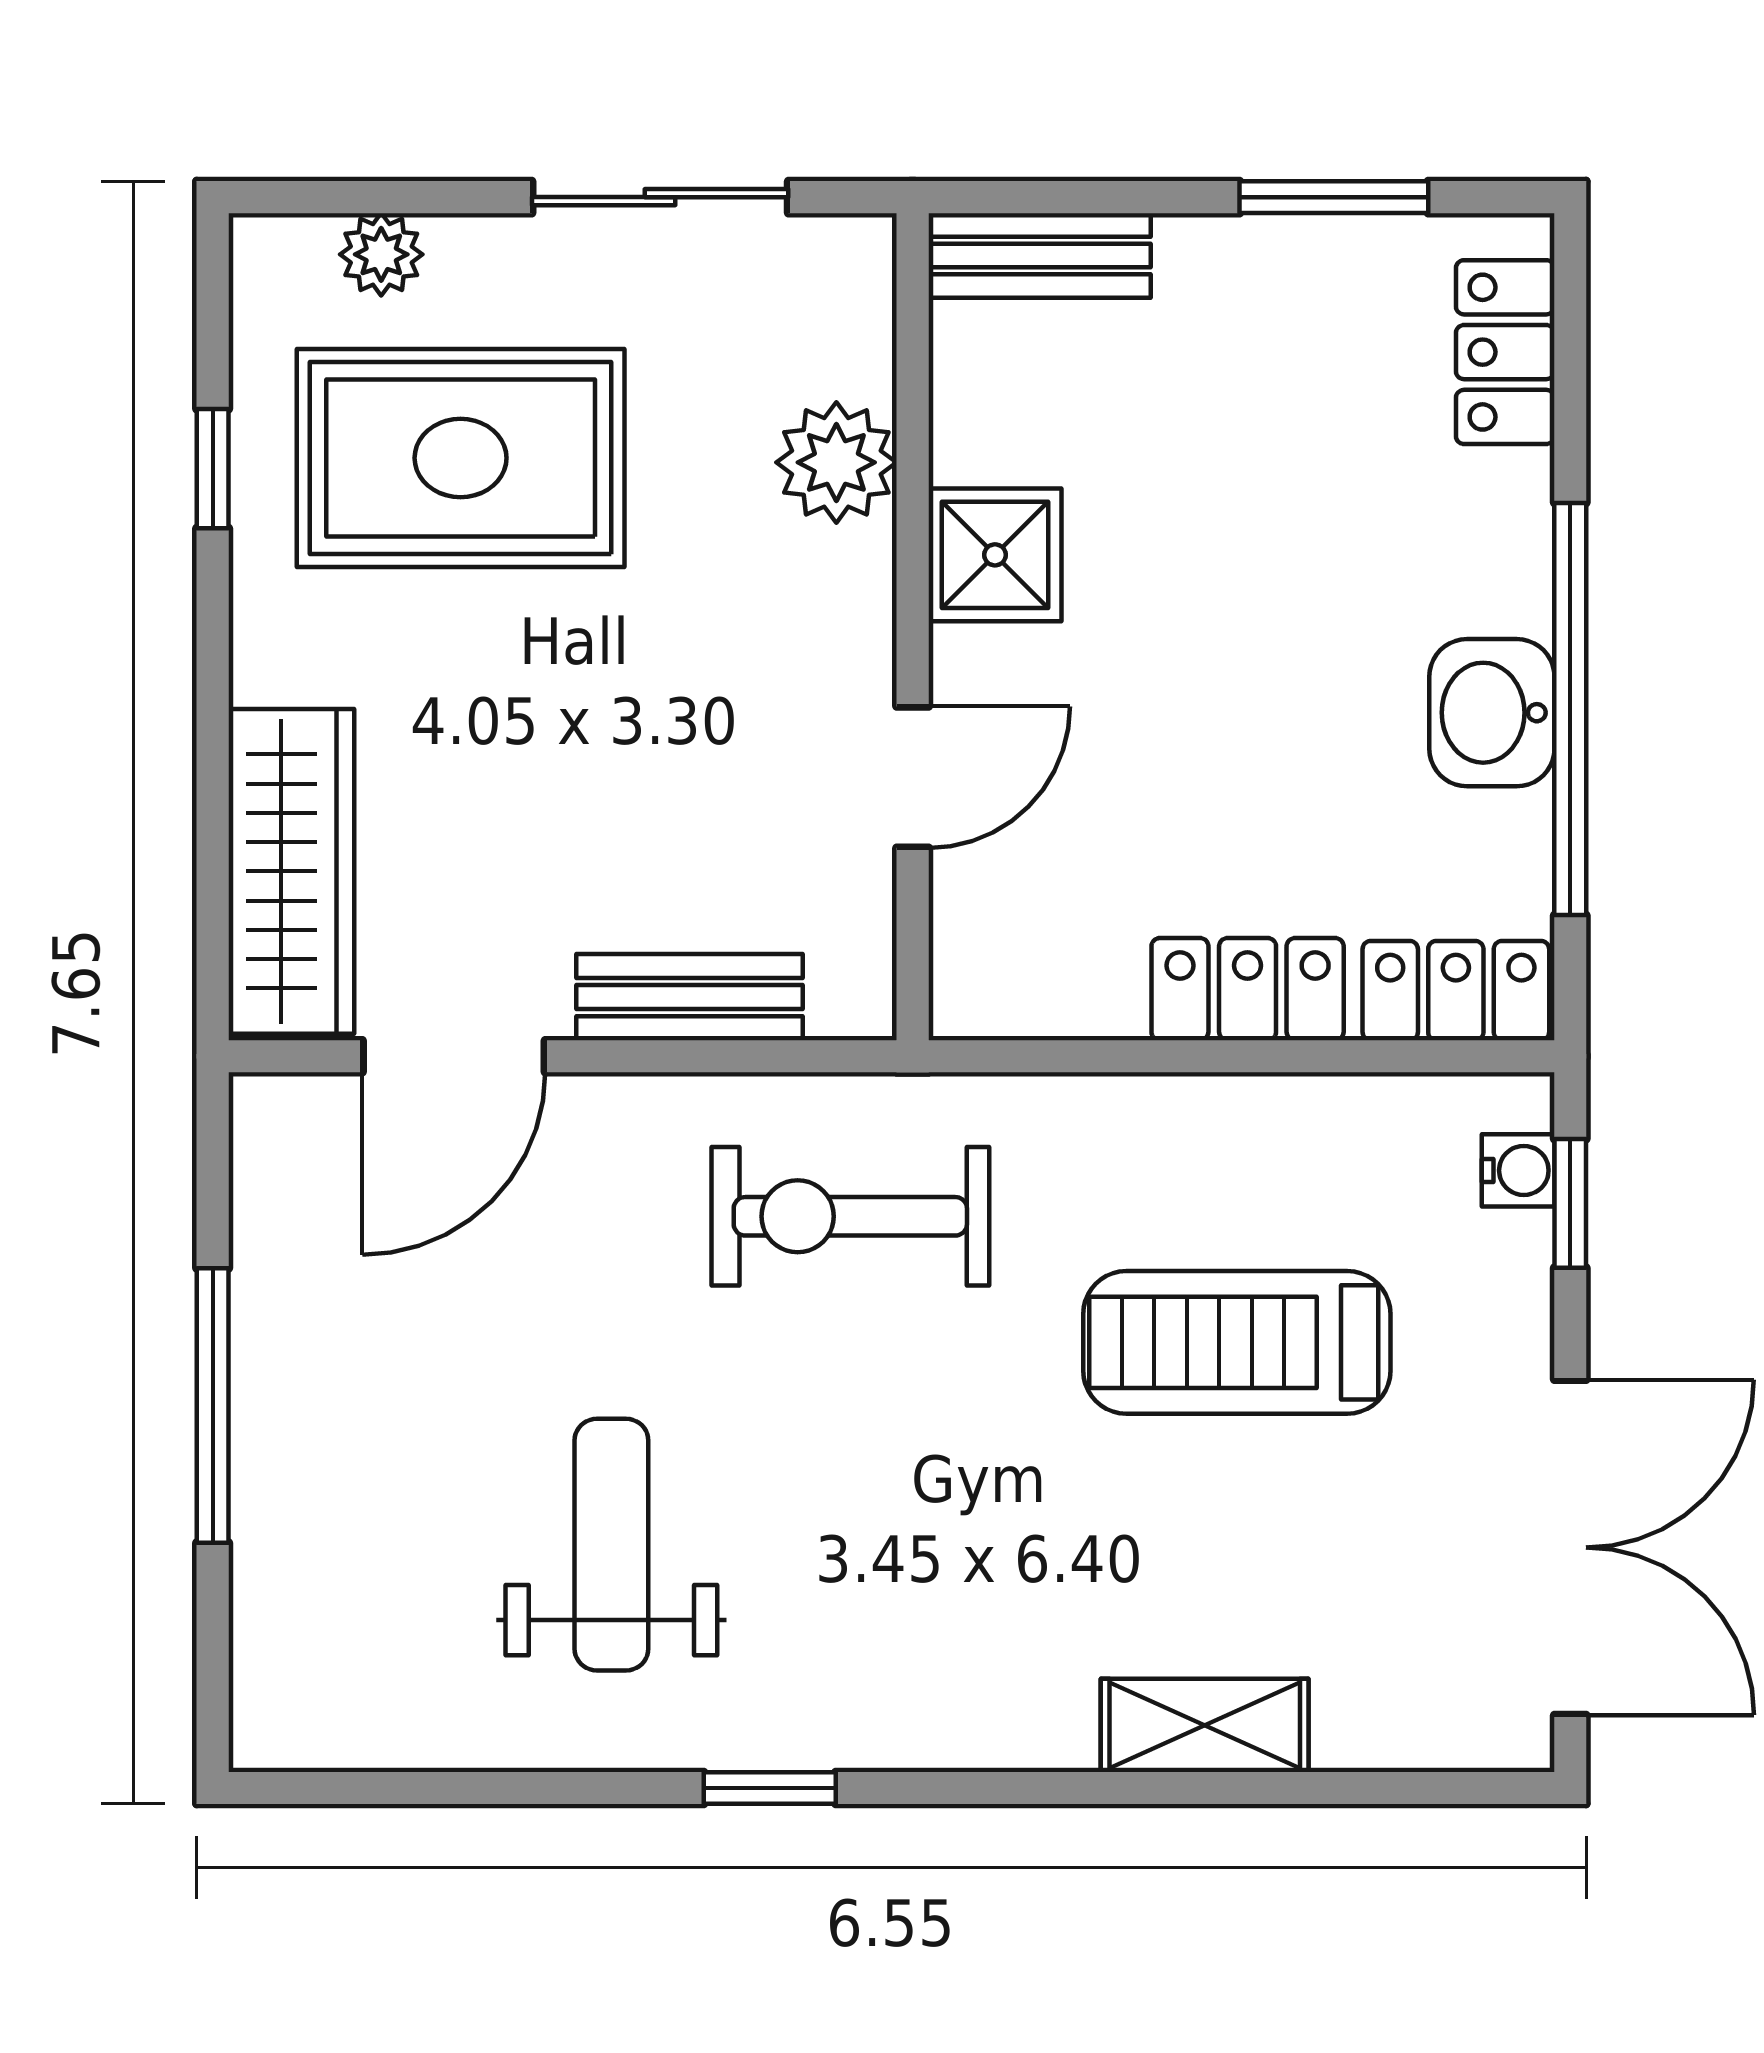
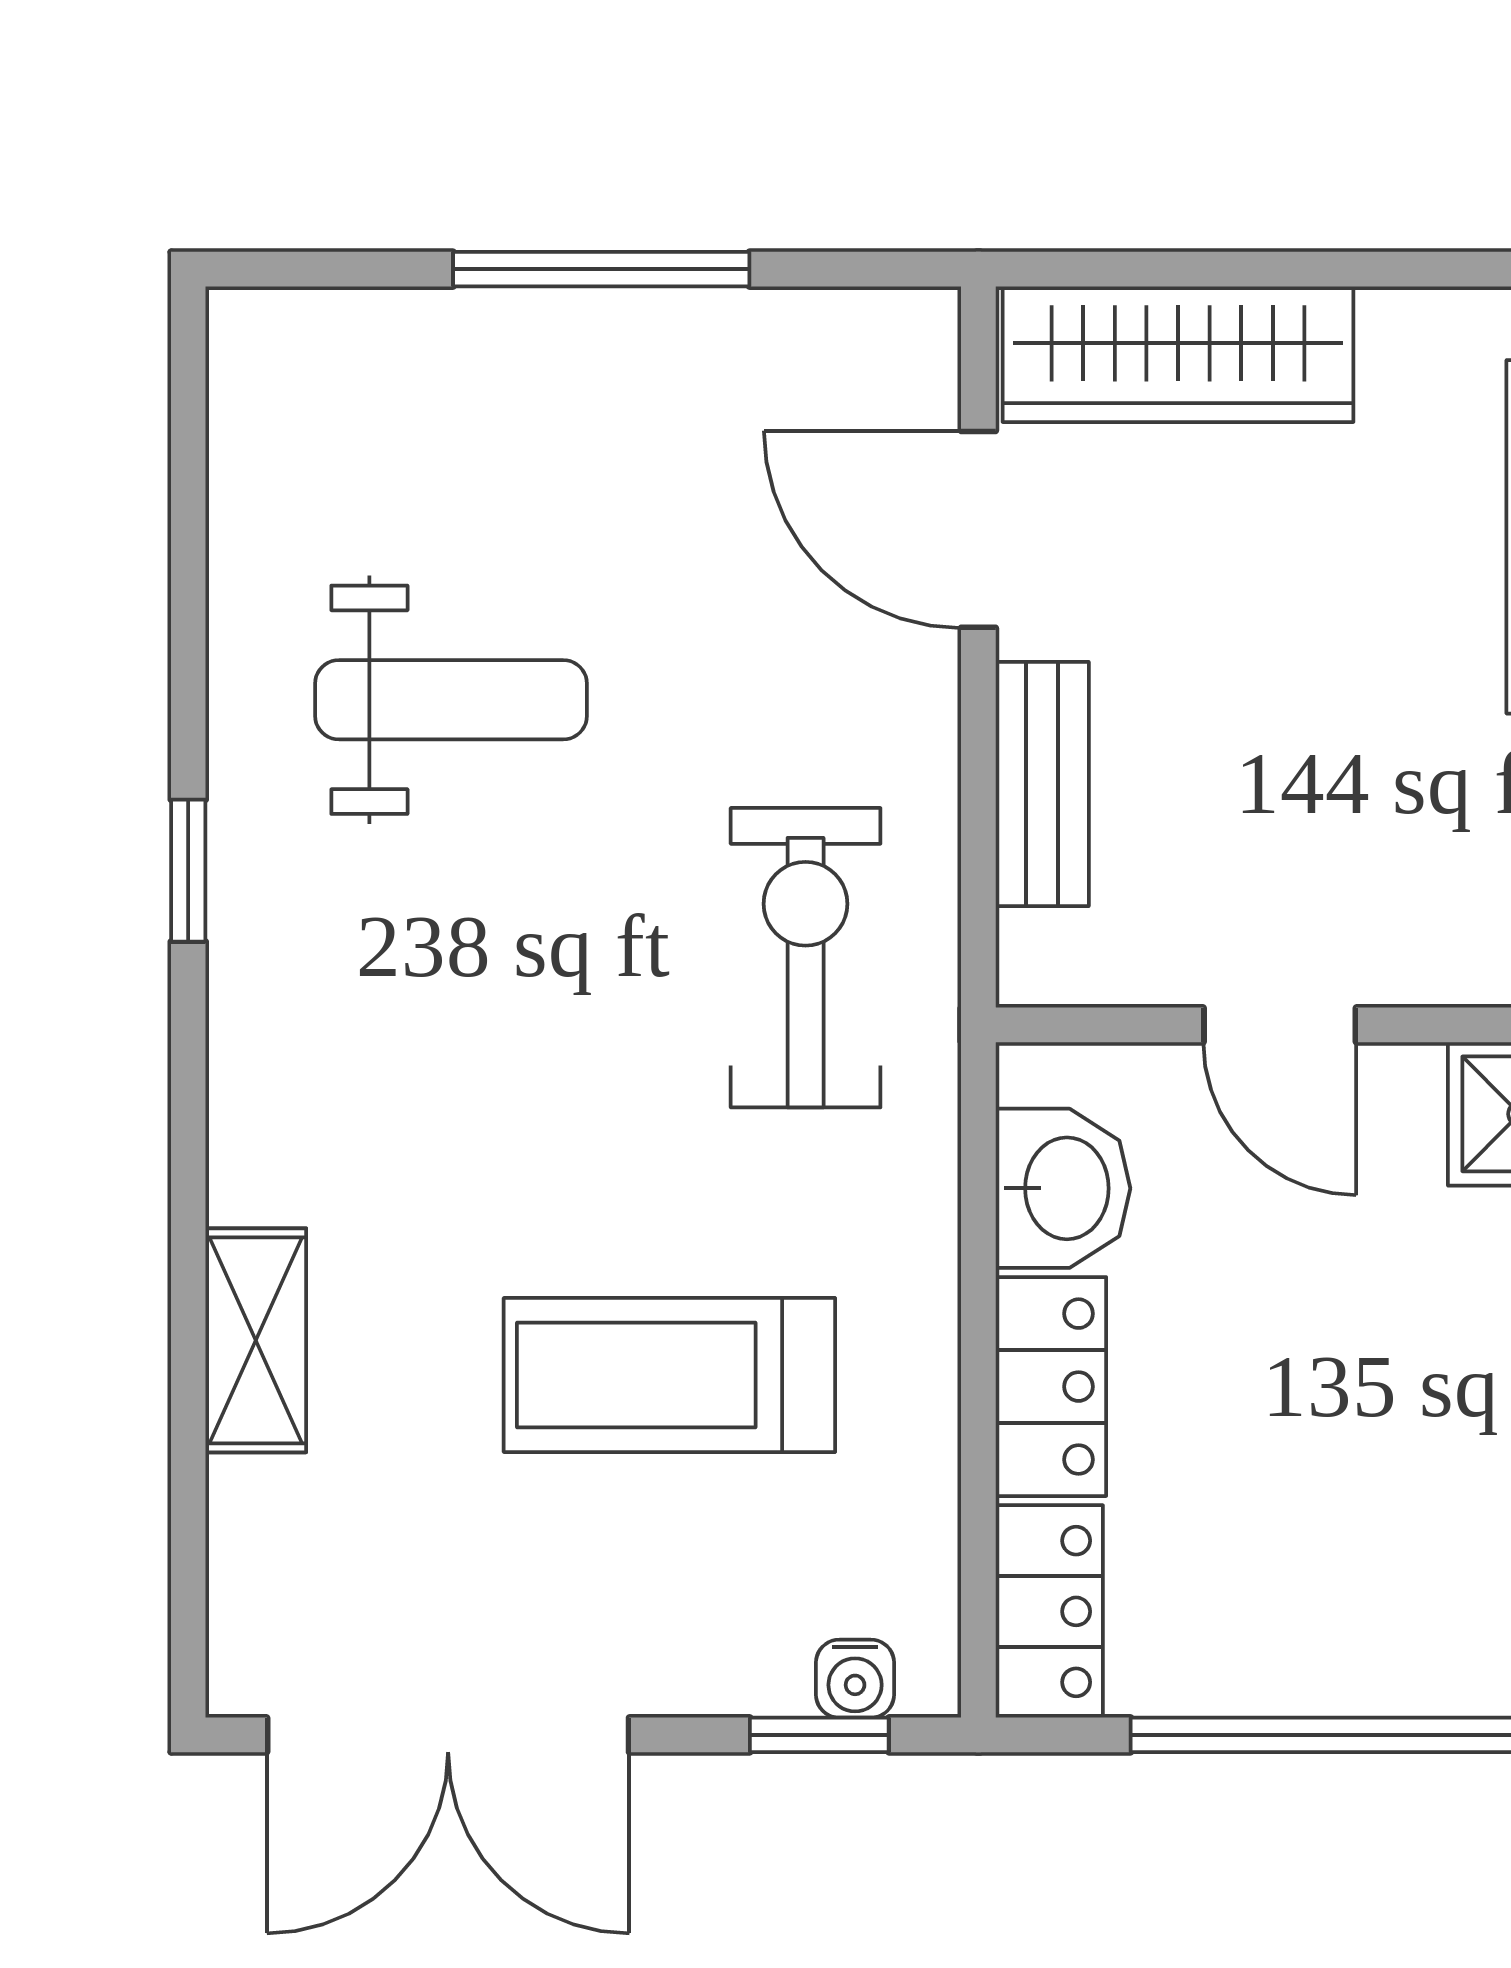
washbasin: (1492, 713) -> (1063, 1188), moved, turned 90
treadmill: (1237, 1342) -> (669, 1375), turned -90

